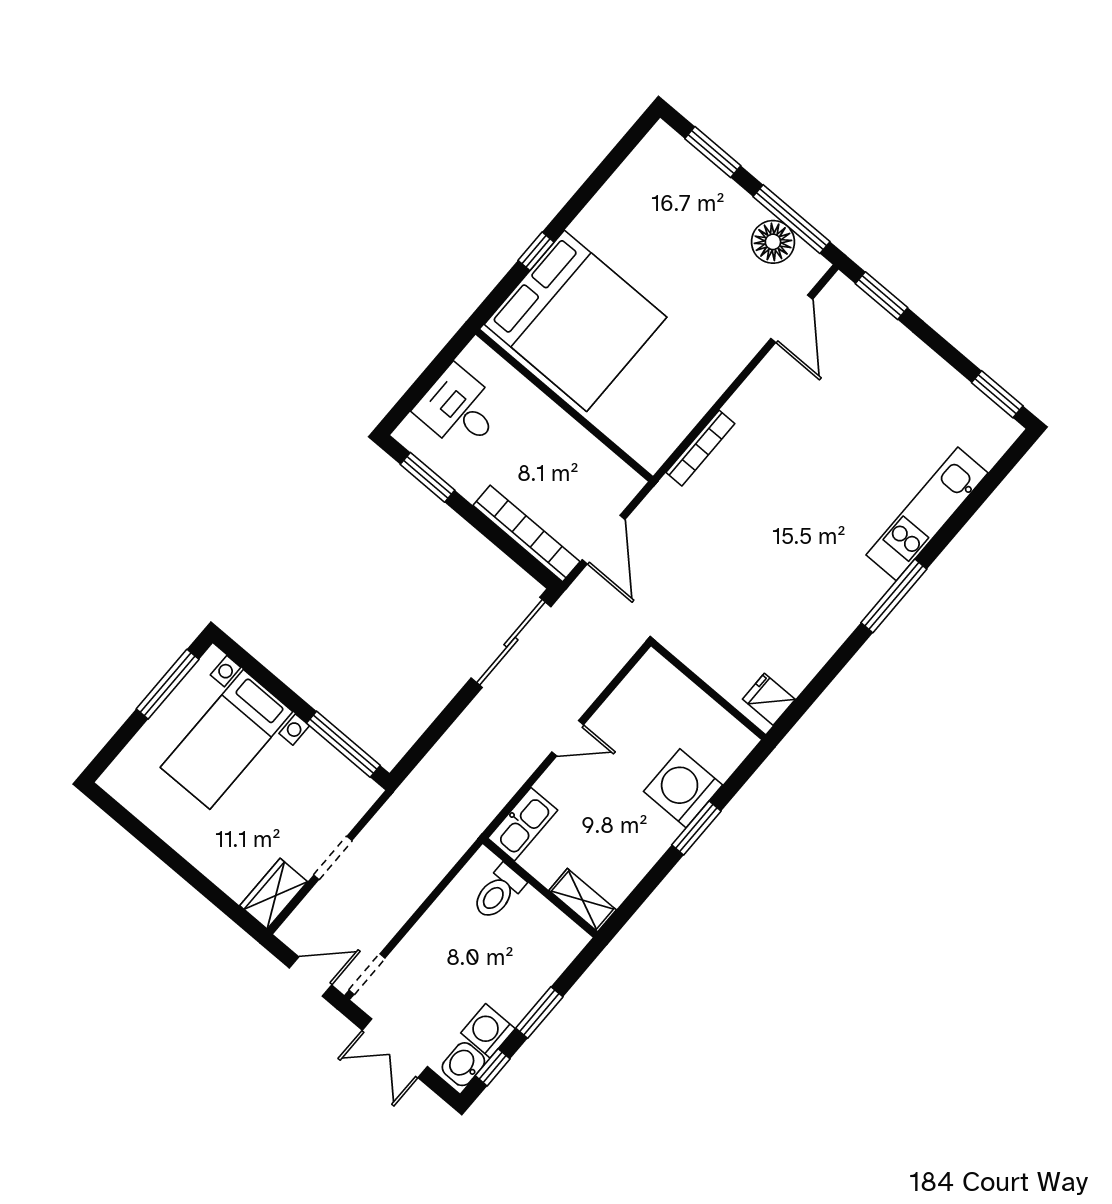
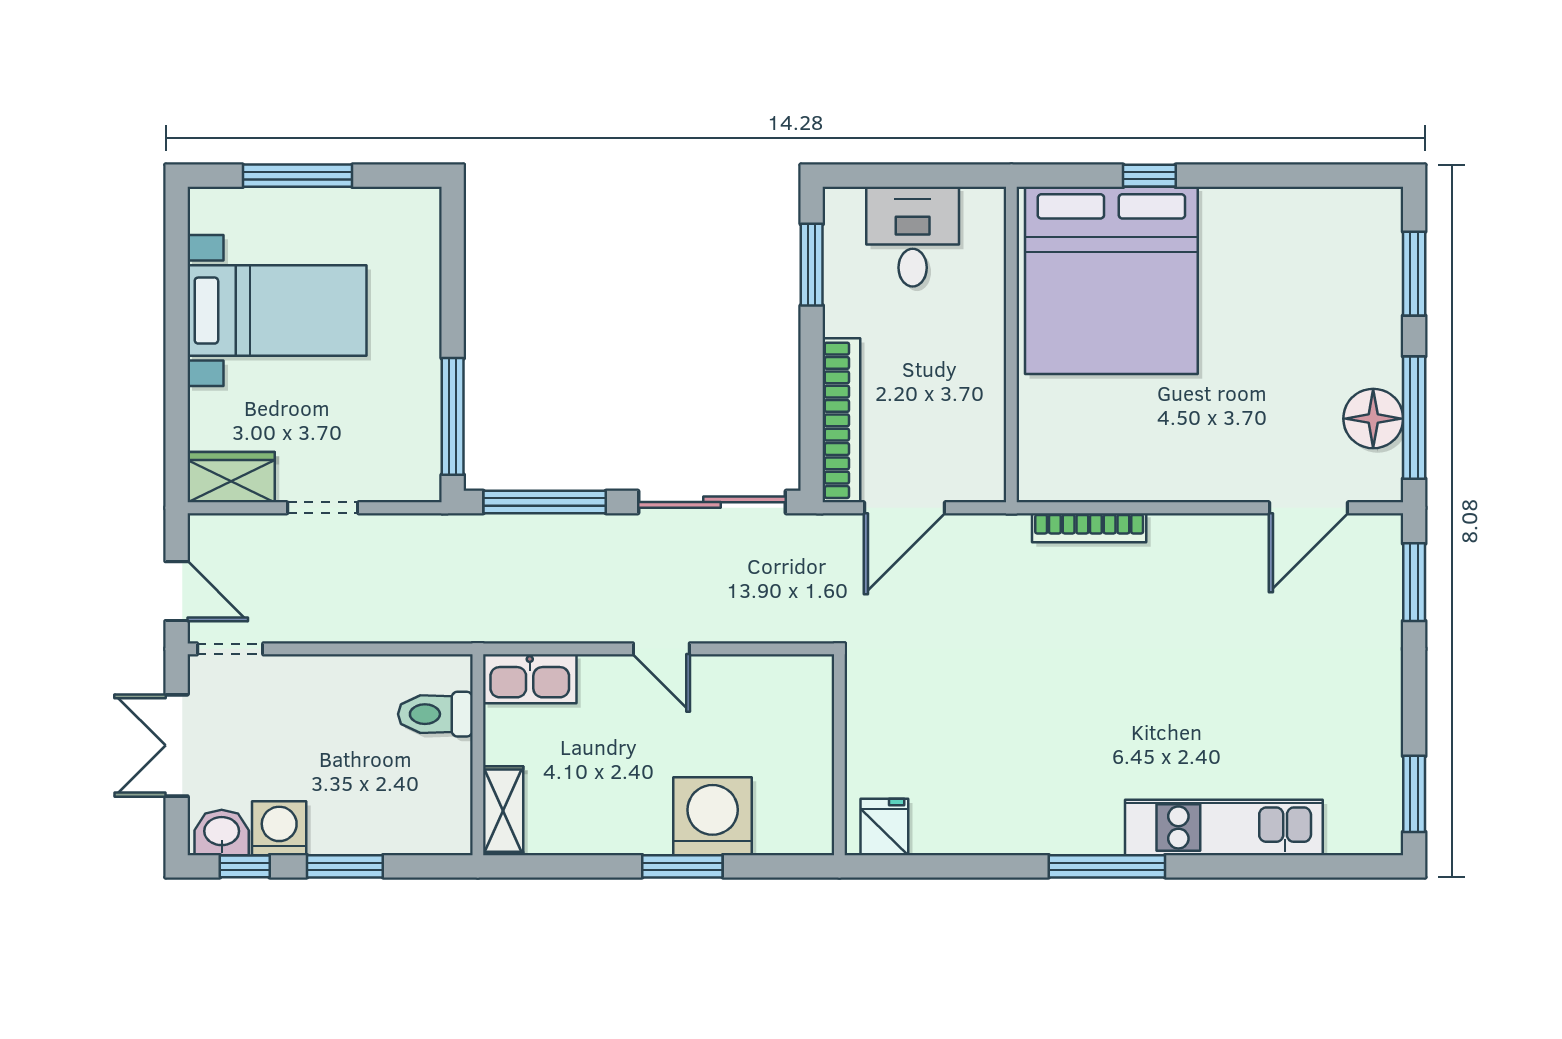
window: (168, 684) -> (298, 176), moved
window: (433, 734) -> (545, 502), added
bed with nightstands: (227, 739) -> (277, 311), moved, turned 180

